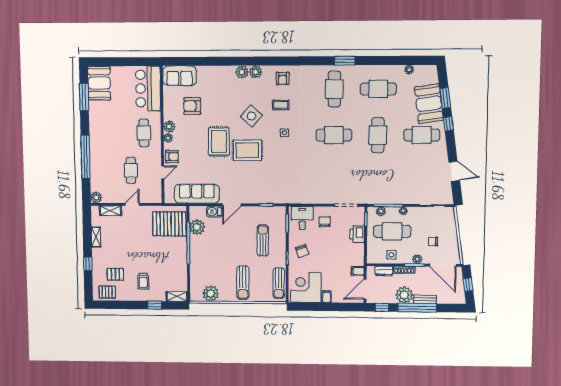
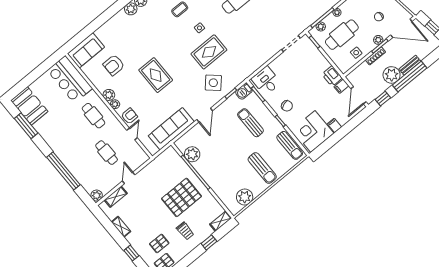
side table: (251, 116) -> (213, 83), moved
rug: (247, 150) -> (209, 52), moved
barbecue: (214, 212) -> (244, 91), moved
chair: (325, 222) -> (285, 70), removed
pallet: (169, 224) -> (181, 197), moved
printer: (357, 234) -> (332, 76), moved
dresser: (384, 271) -> (361, 70), removed

